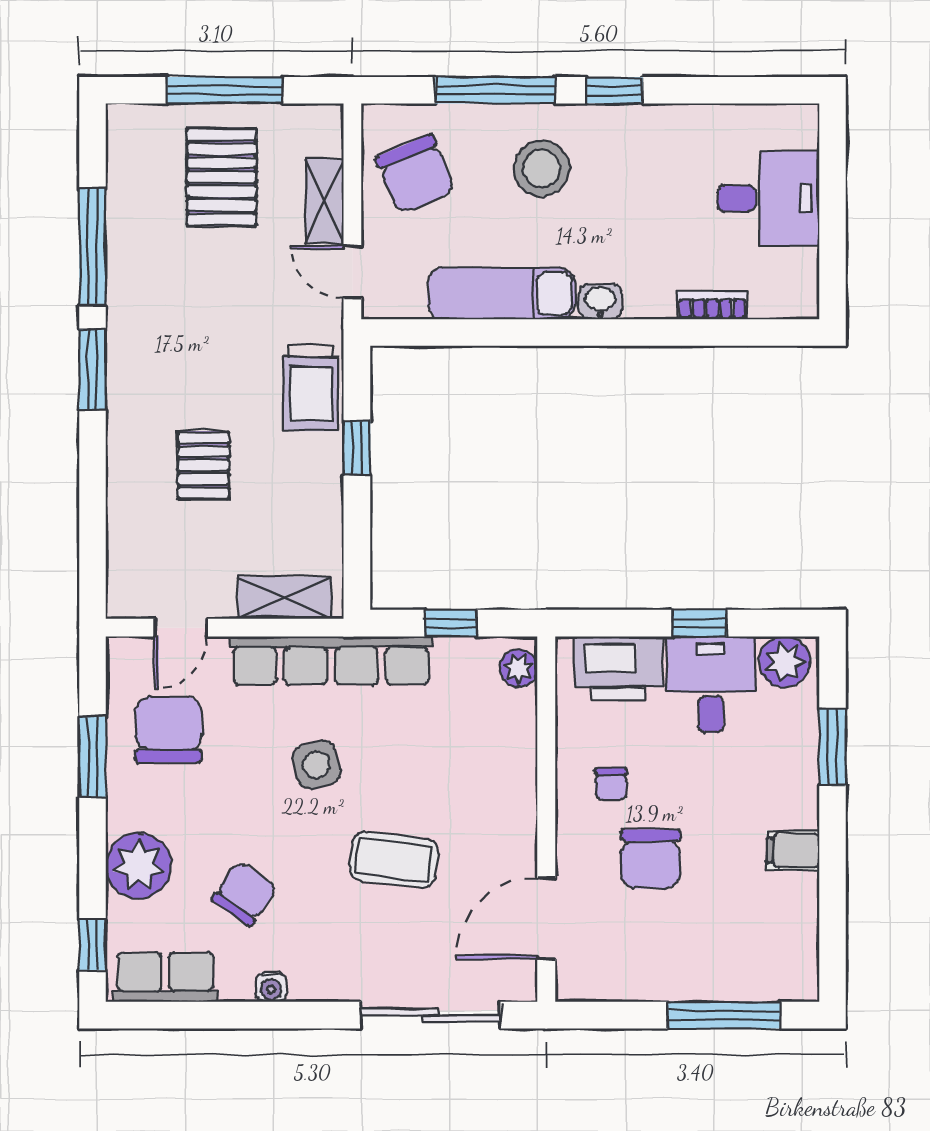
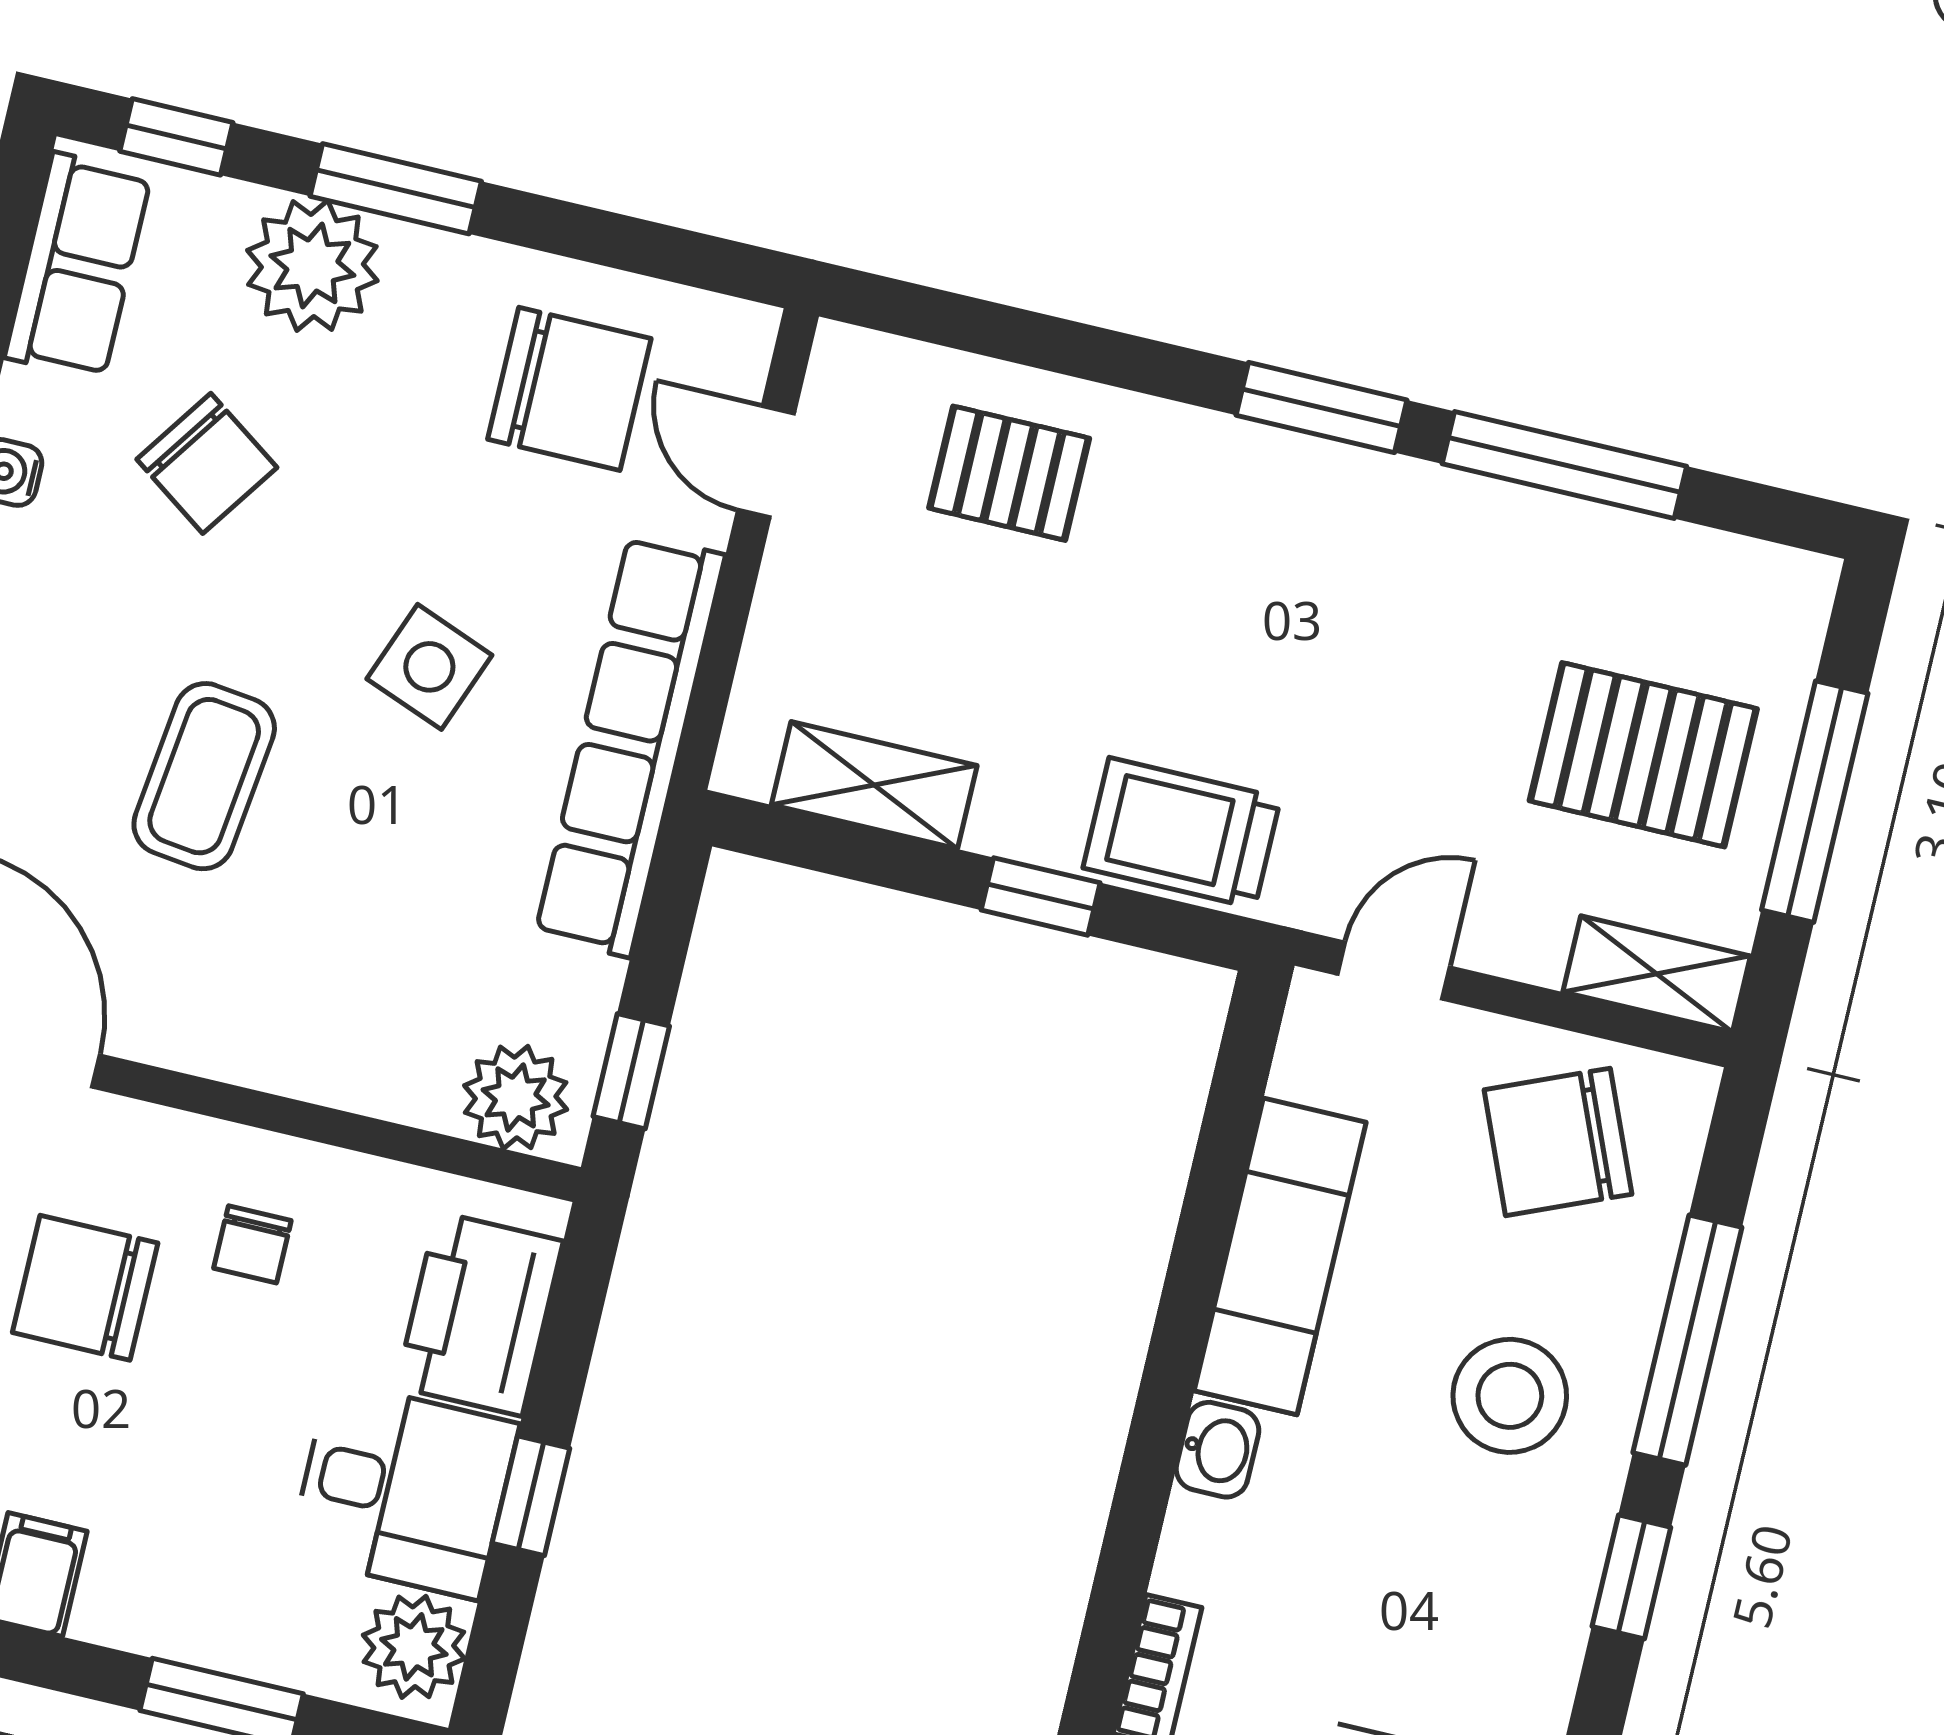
shelving: (324, 201) -> (1657, 974), moved
pallet: (203, 465) -> (1009, 473), moved
shelving: (285, 598) -> (874, 785), moved, turned 90
window: (451, 623) -> (631, 1071), moved
plant: (519, 668) -> (516, 1097), width x1.38, depth x1.38
window: (93, 757) -> (396, 189), moved
side table: (316, 765) -> (429, 667), turned 36
chair: (611, 784) -> (252, 1244), turned -90

